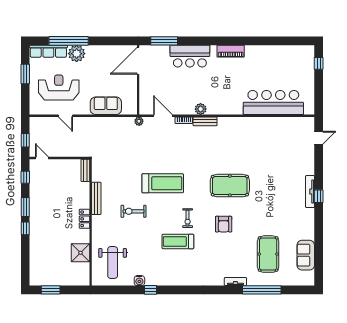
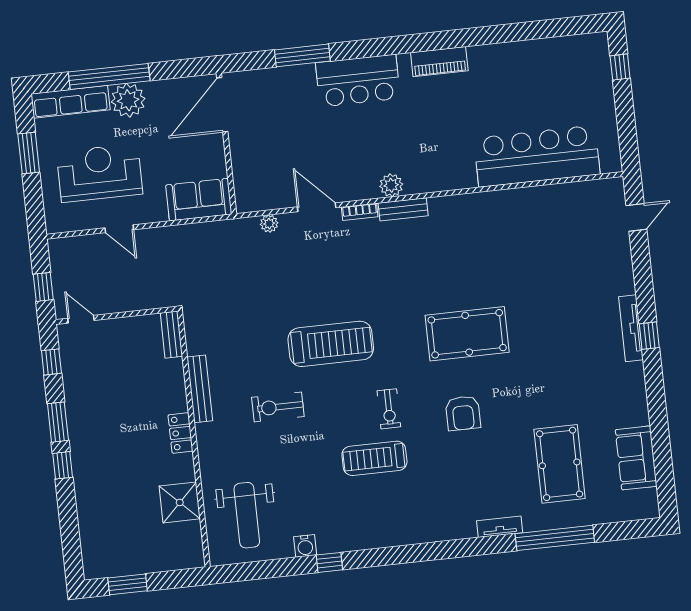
door: (138, 61) -> (222, 105), moved
wall: (138, 80) -> (226, 144), moved

